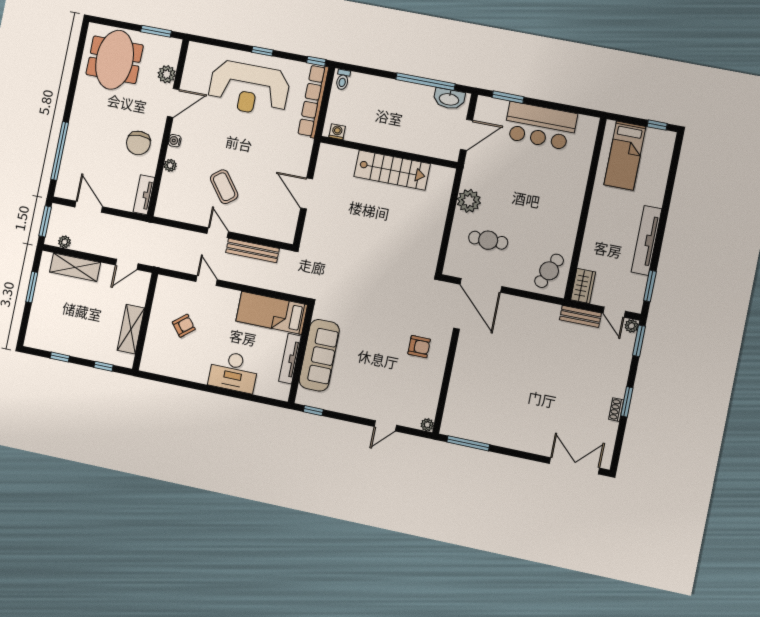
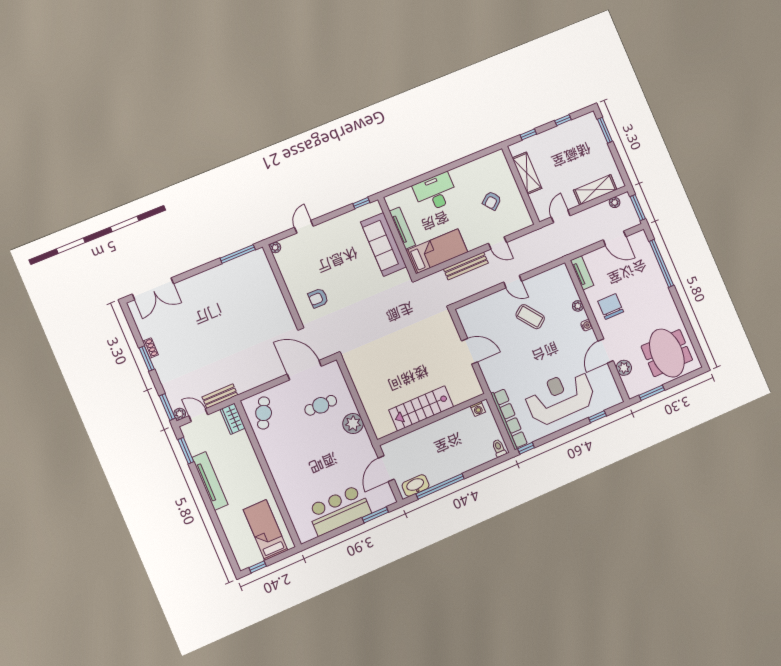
window: (262, 51) -> (597, 417), moved
bench: (252, 250) -> (466, 266), moved
window: (32, 287) -> (605, 130), moved

